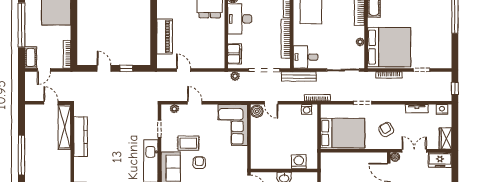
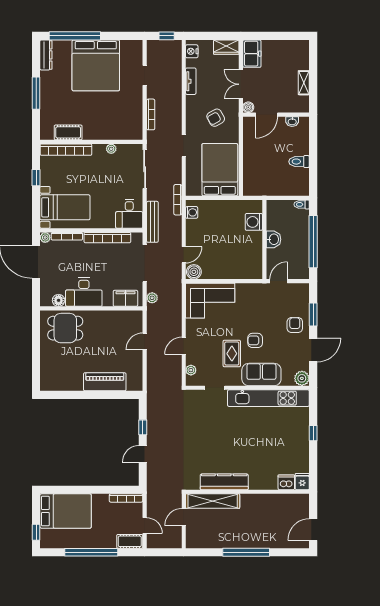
bed: (389, 47) -> (96, 65), moved, turned 180
door: (184, 70) -> (145, 341), moved

